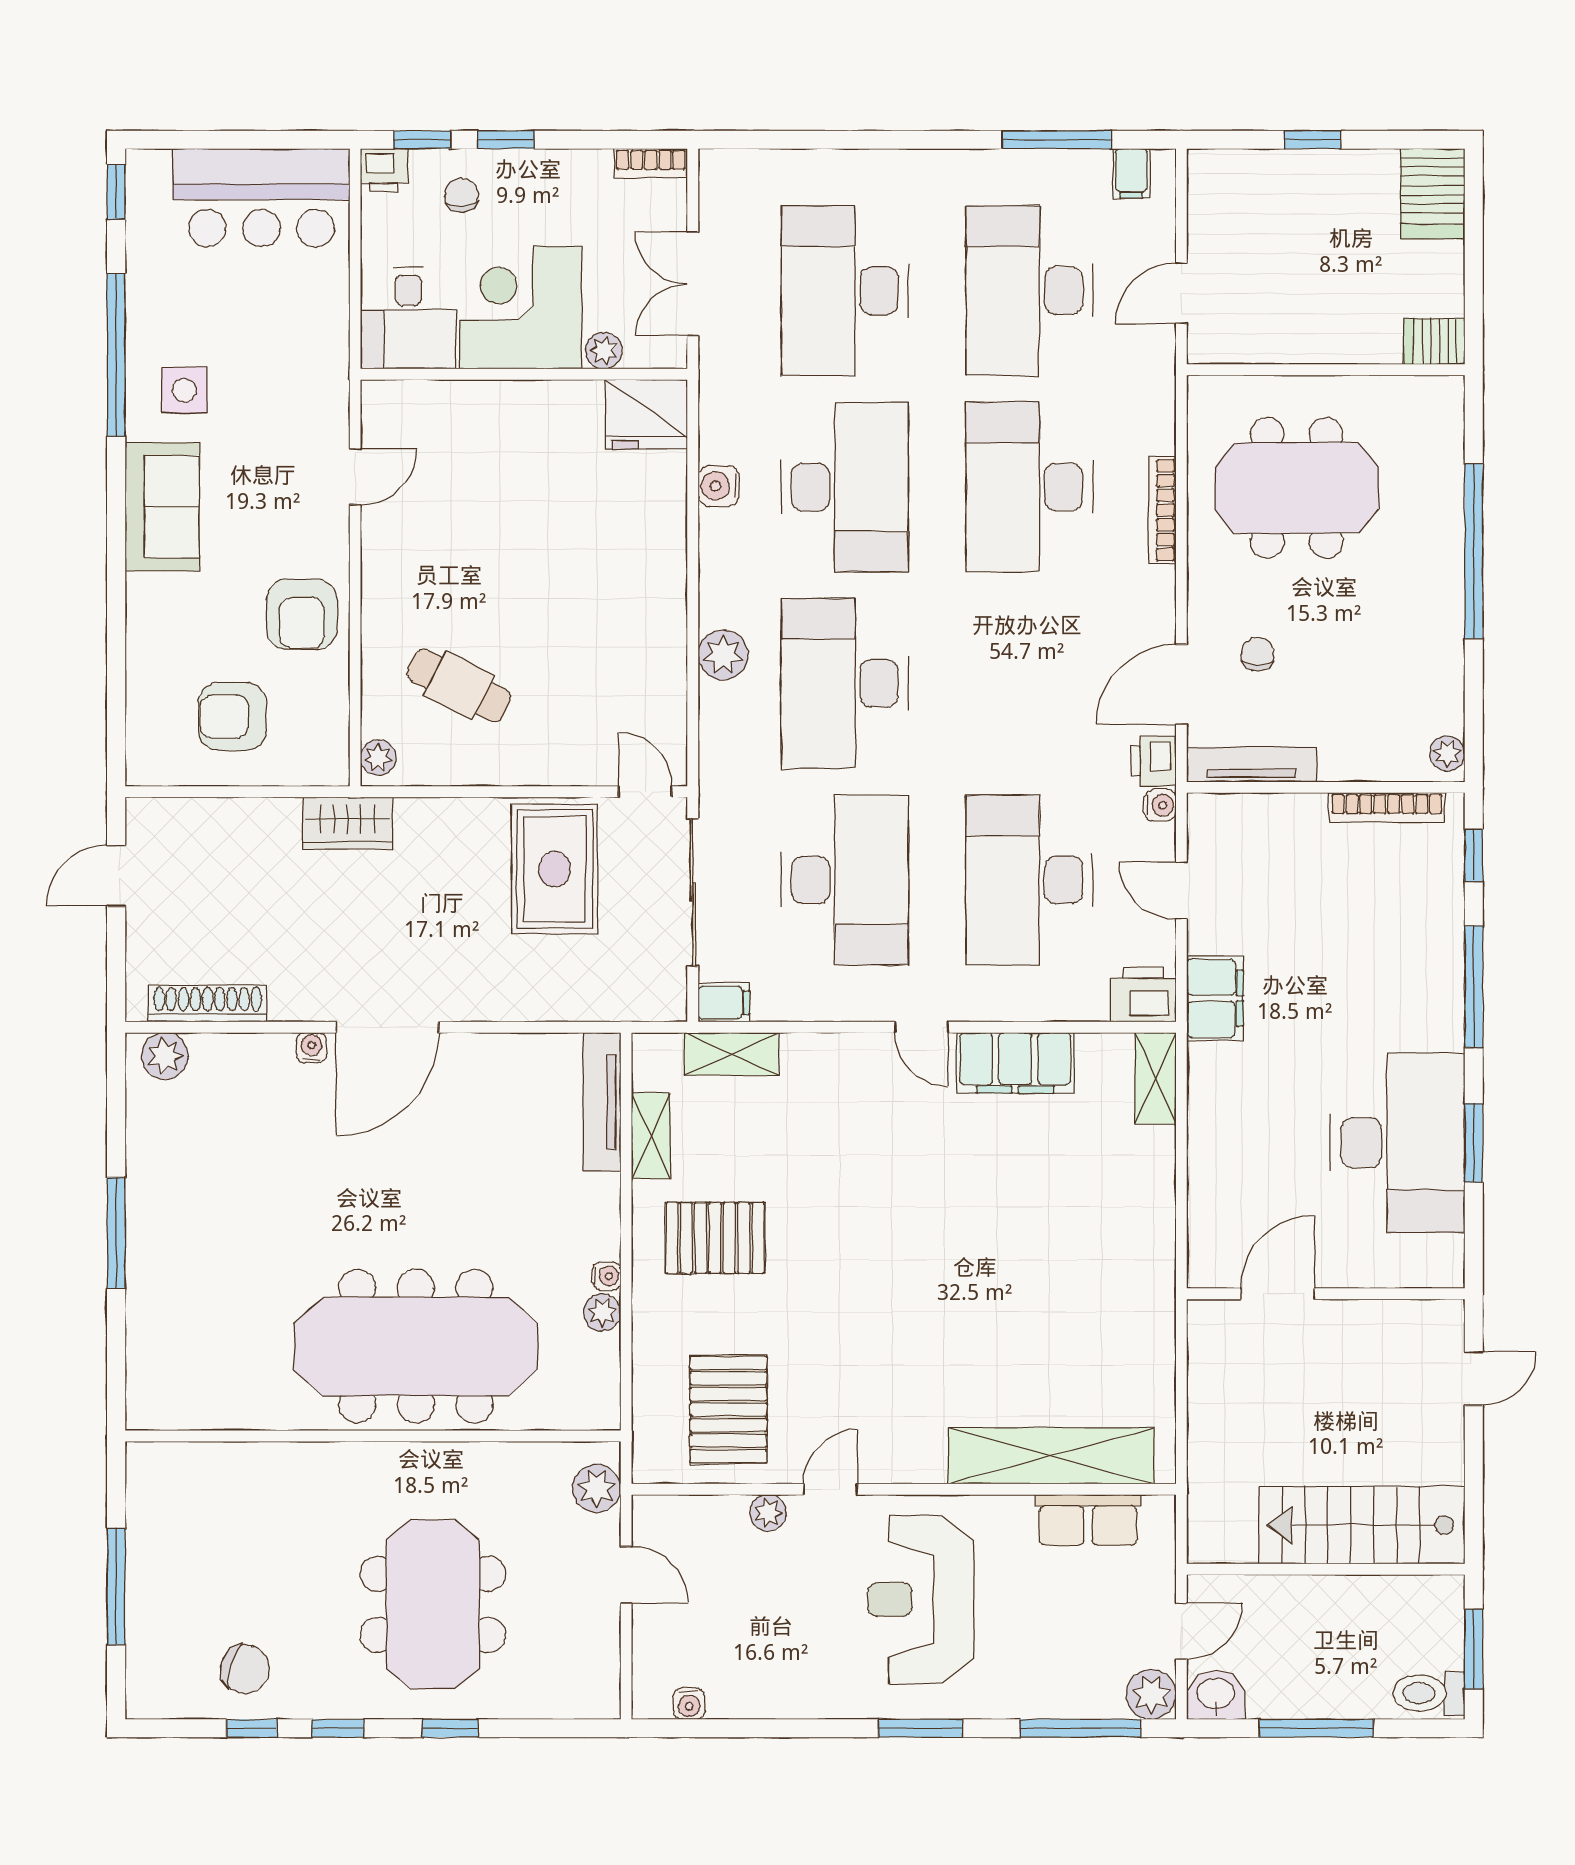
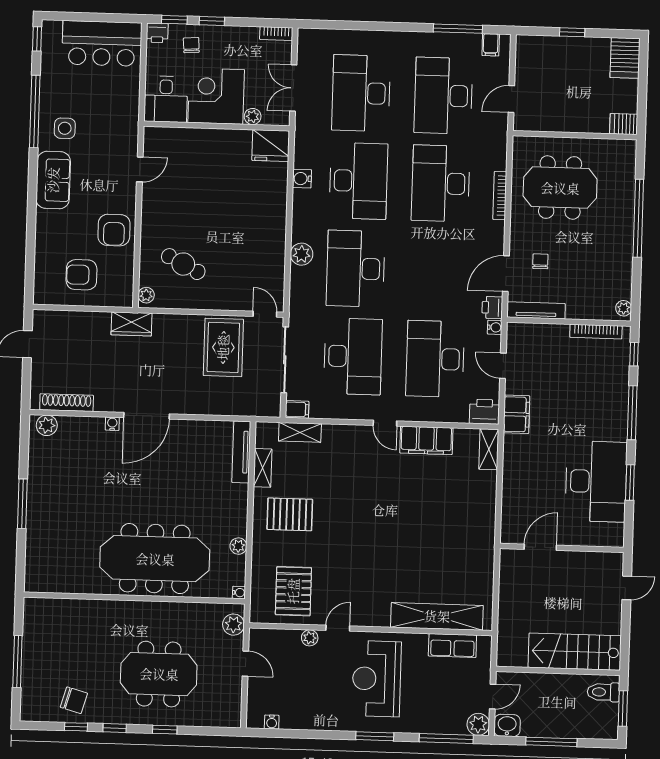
water cooler: (607, 1276) -> (239, 593), moved
meeting table: (433, 1604) -> (159, 674), turned 90
toilet: (1429, 1693) -> (603, 692), moved

